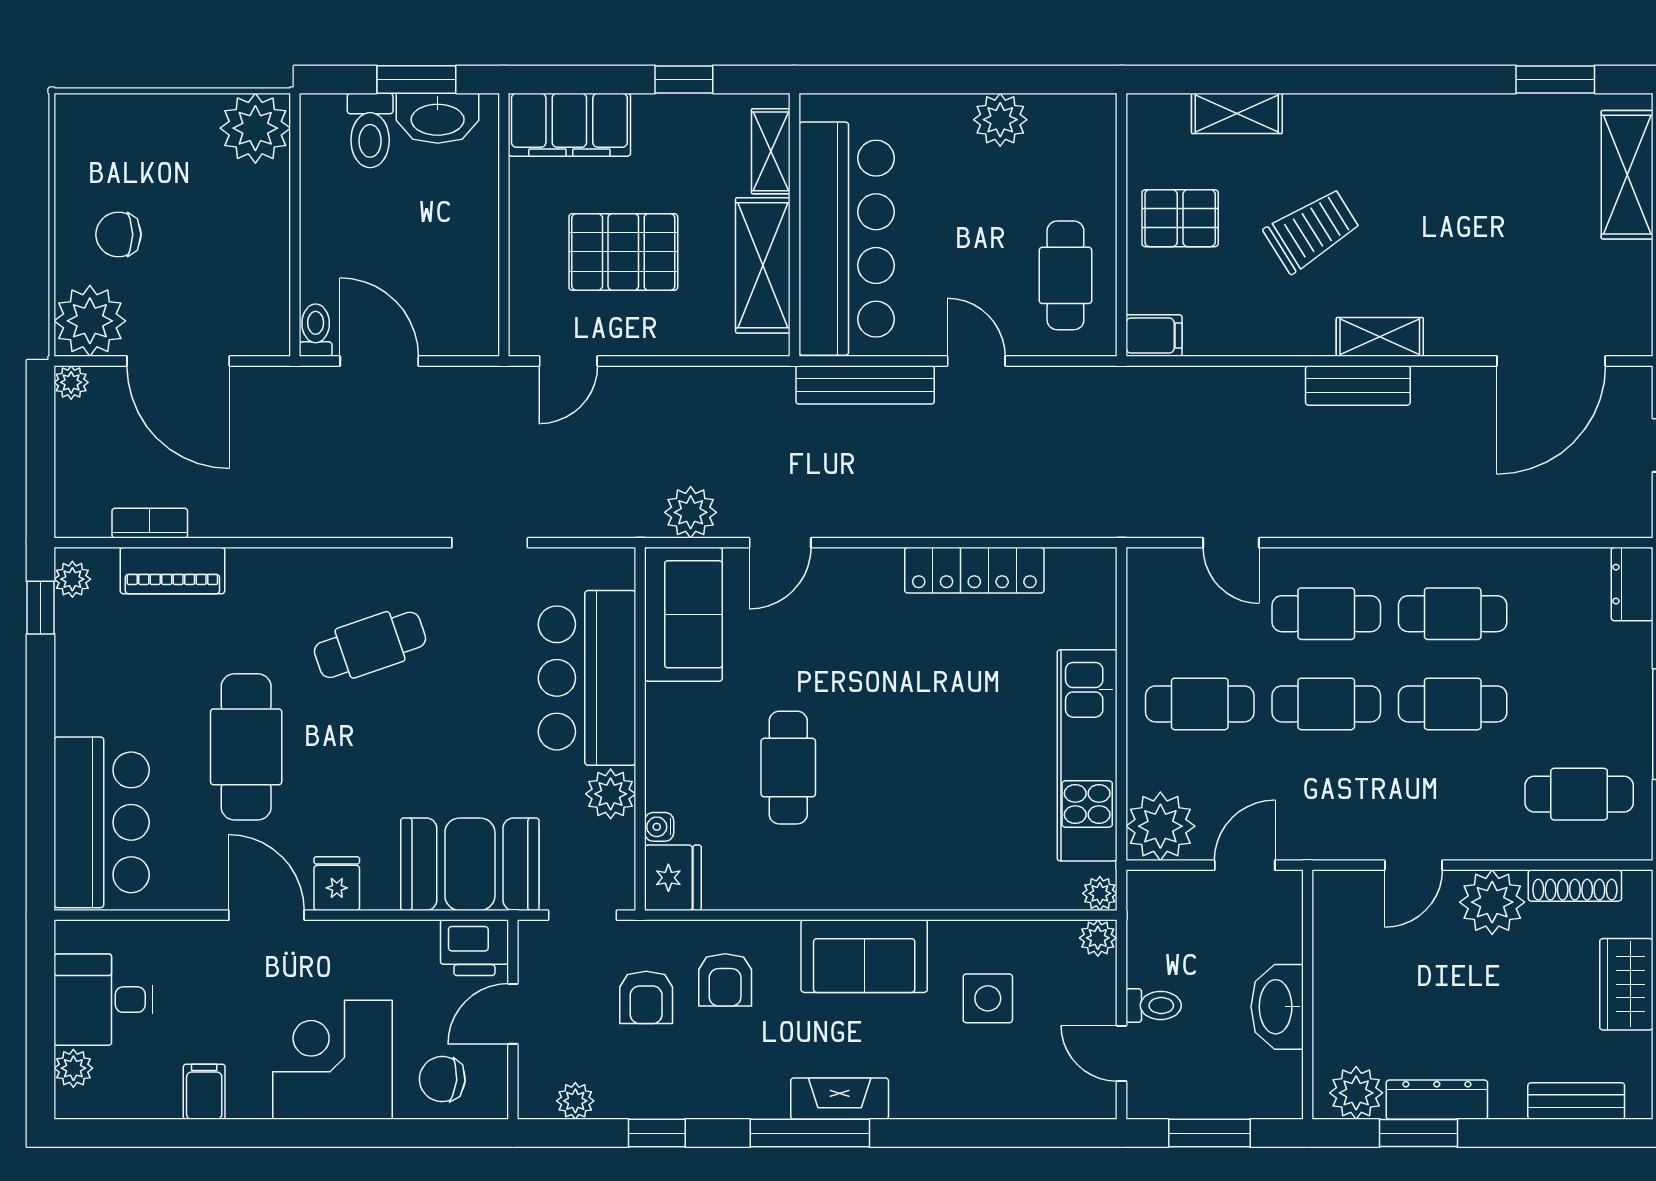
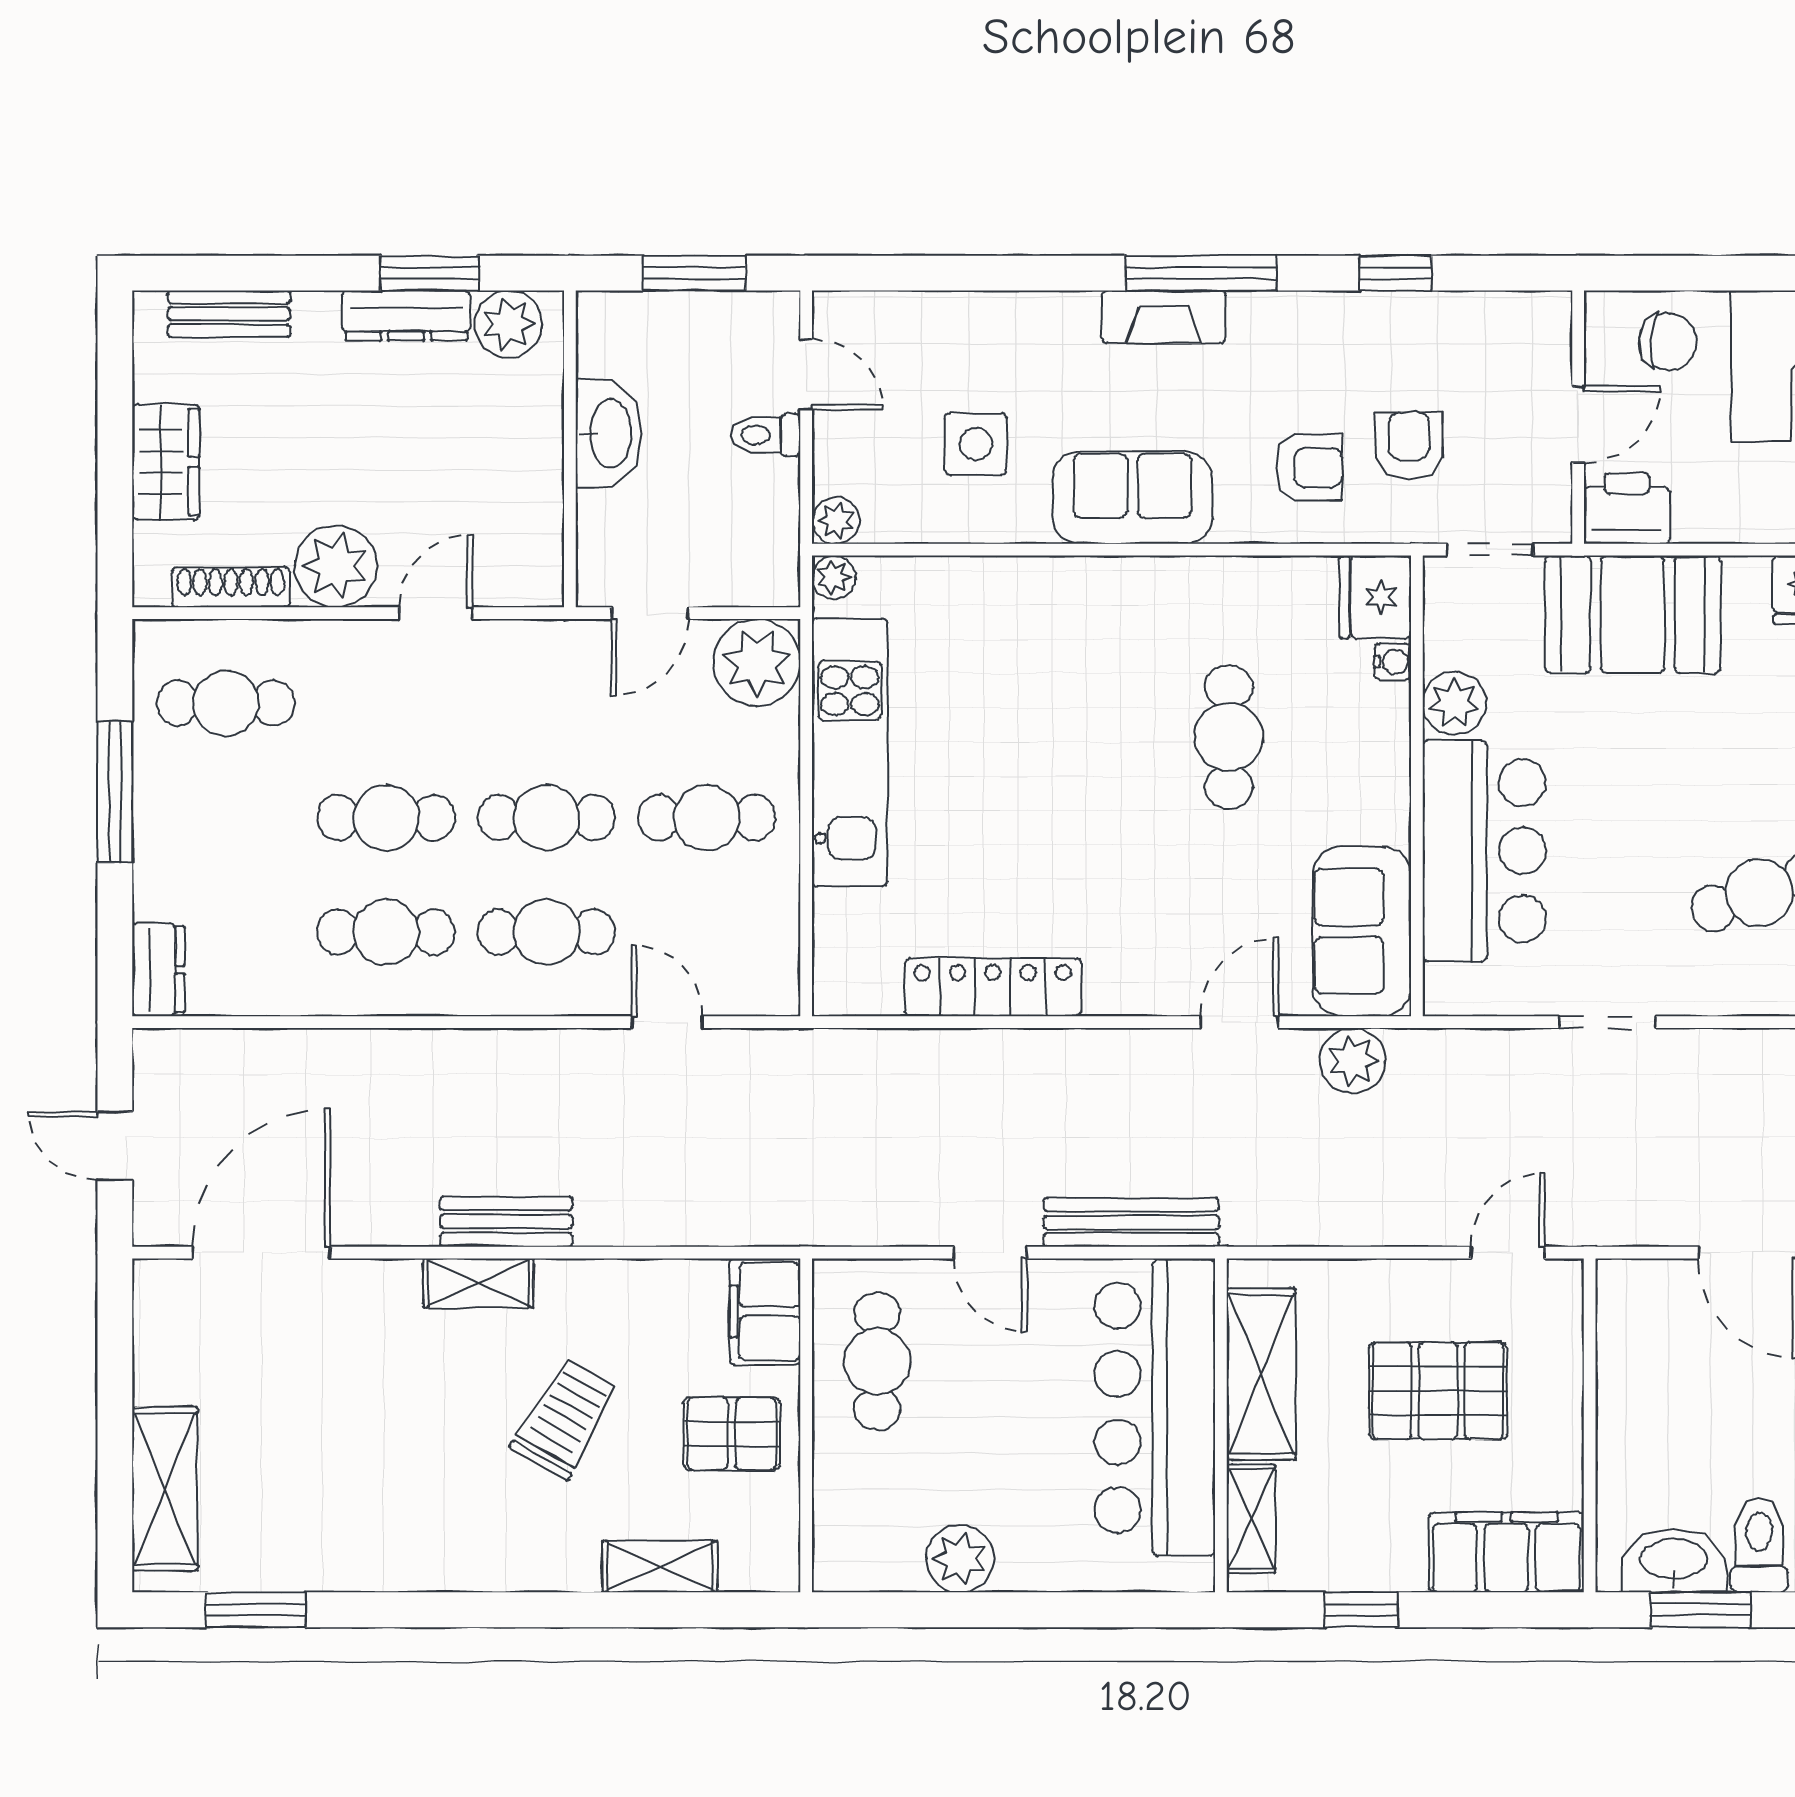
trolley: (1312, 230) -> (565, 1418), turned 152
filing cabinet: (1154, 335) -> (765, 1312), width x2.00
armchair: (725, 980) -> (1309, 467), turned 90
plant: (575, 1101) -> (1499, 314), removed

